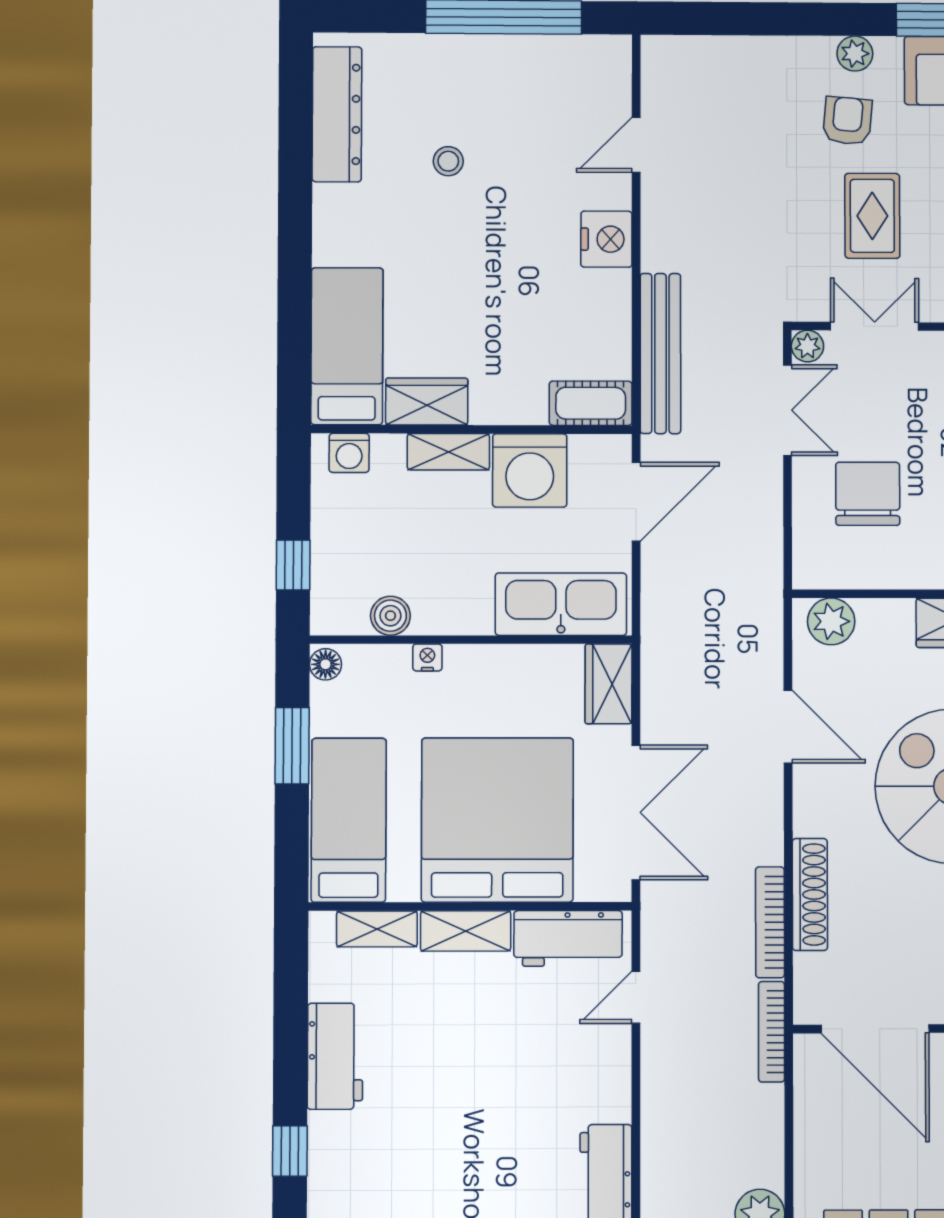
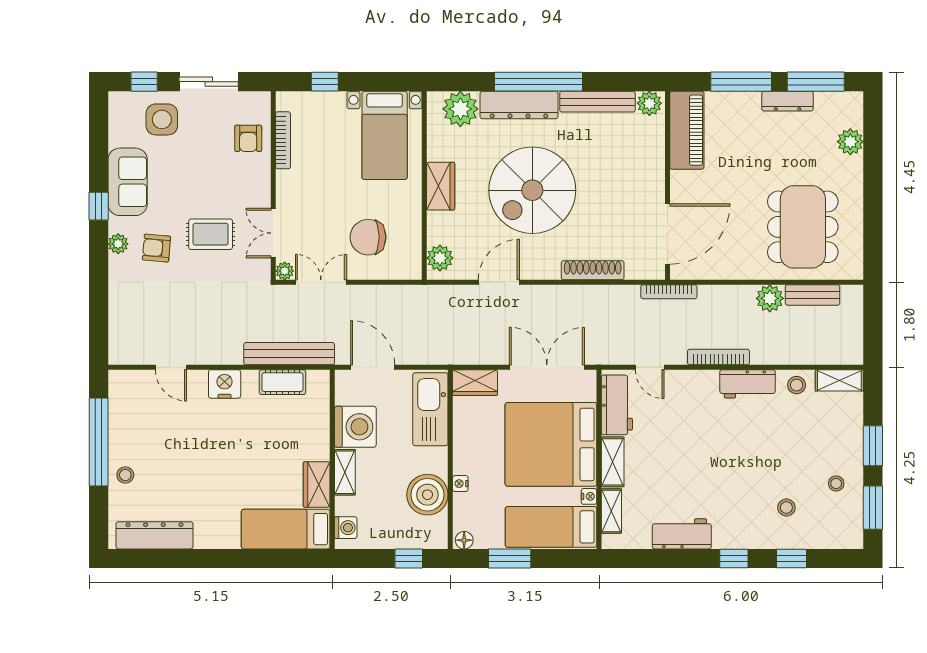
stool: (448, 161) -> (125, 475), moved
cot: (591, 403) -> (282, 382), moved, turned 90
boiler: (390, 616) -> (427, 495), width x1.86, depth x1.86
nightstand: (403, 889) -> (589, 496), added
bookcase: (770, 922) -> (719, 357), moved, turned 180

